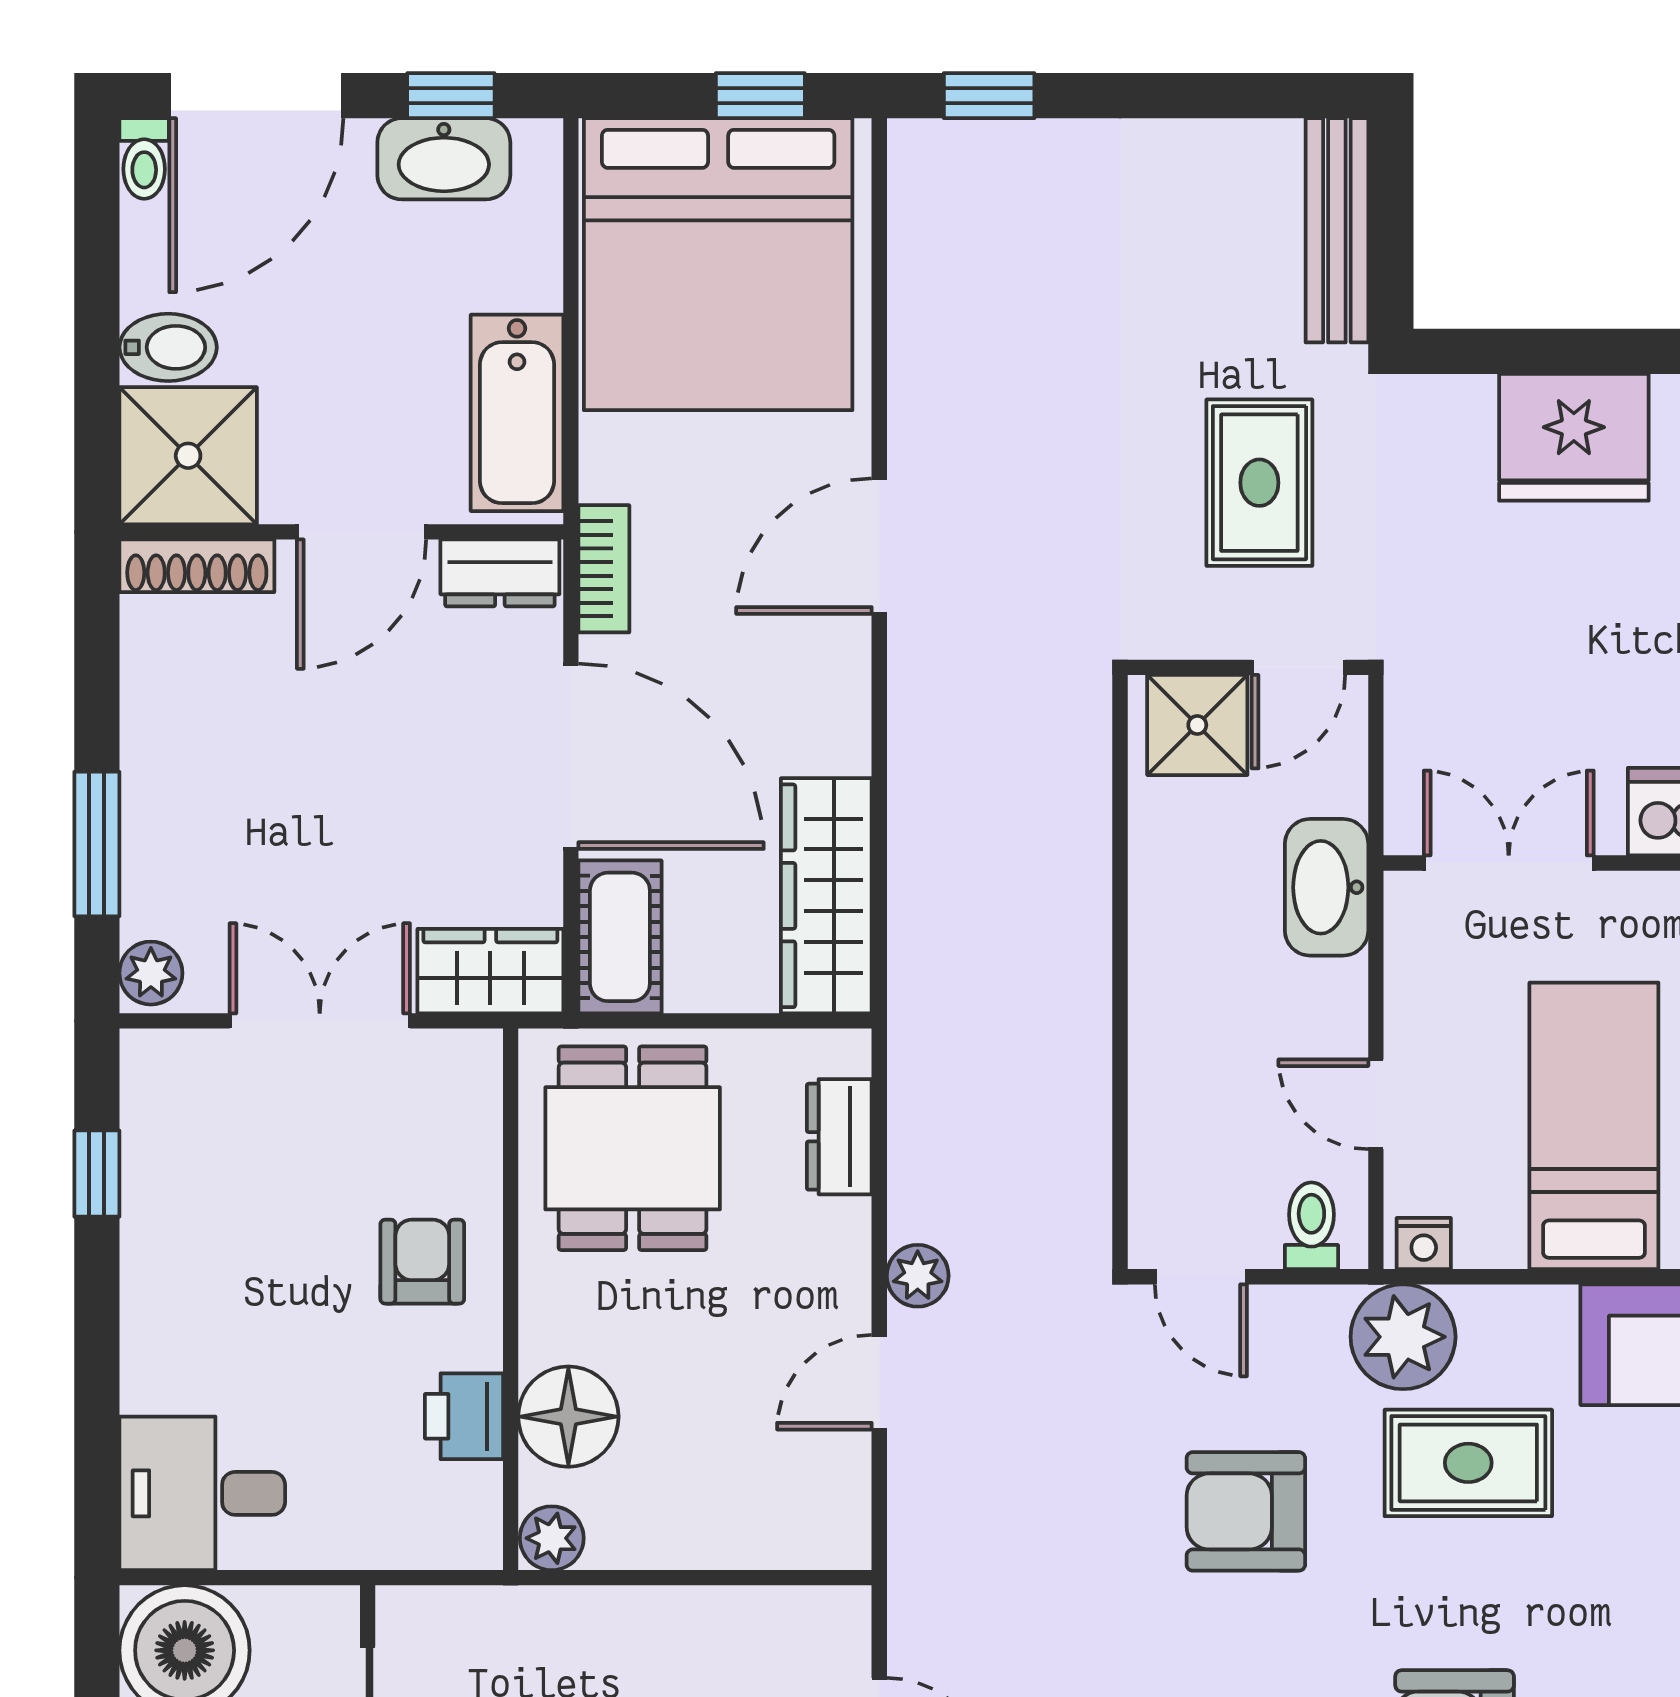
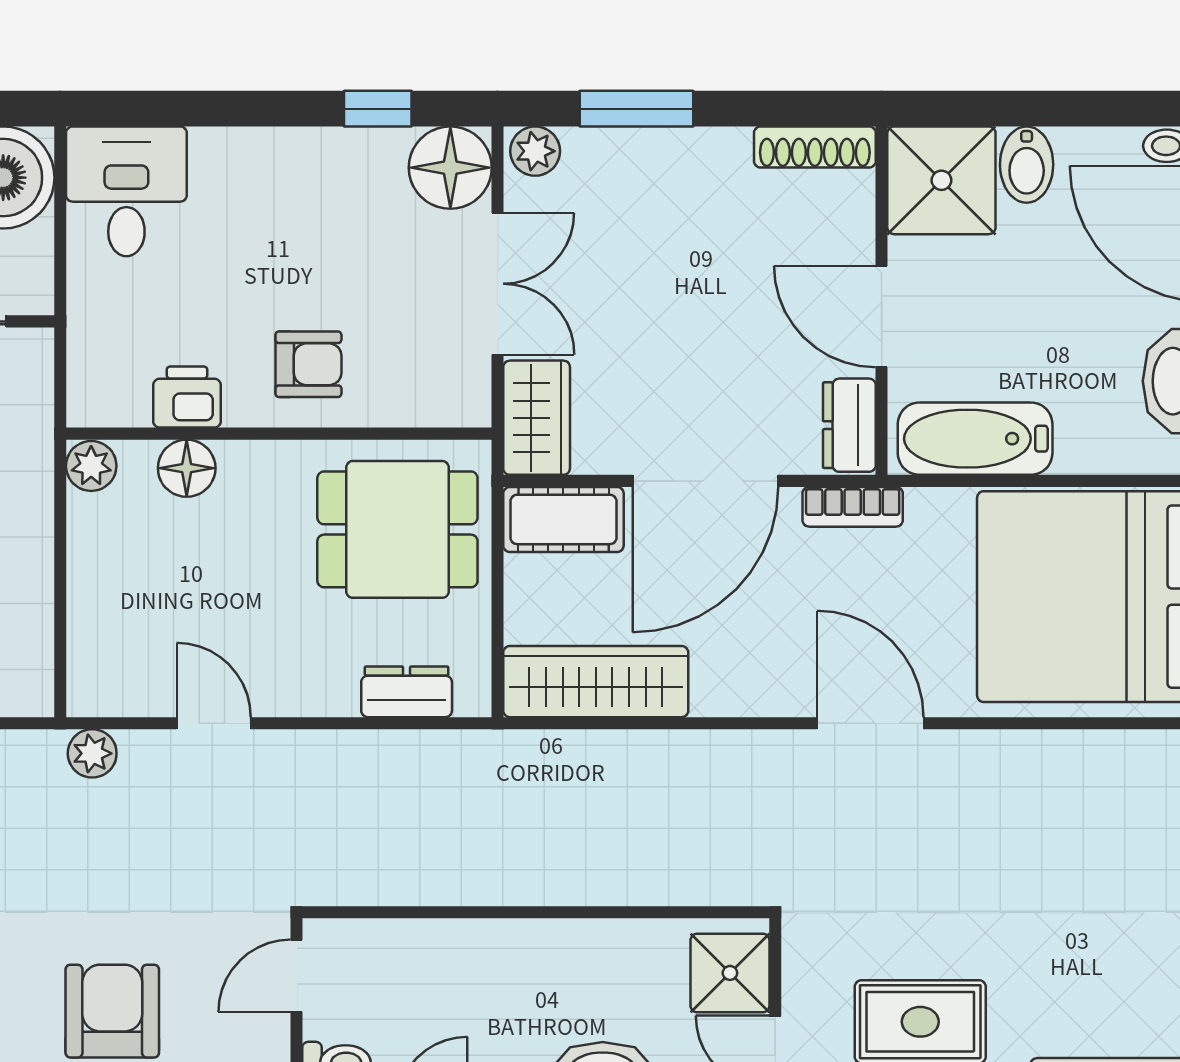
shoe rack: (197, 566) -> (815, 147), moved, turned -90
floor lamp: (172, 1081) -> (450, 168), added
plant: (918, 1276) -> (92, 753), moved
floor lamp: (568, 1417) -> (187, 468), width x0.73, depth x0.73

